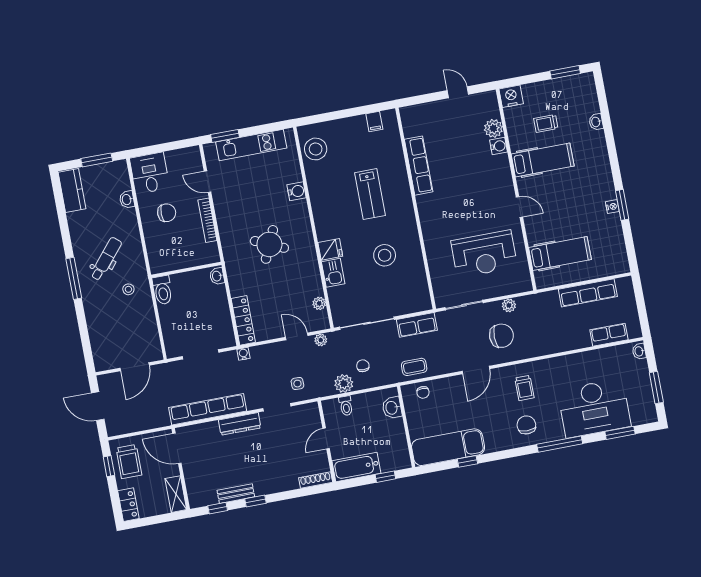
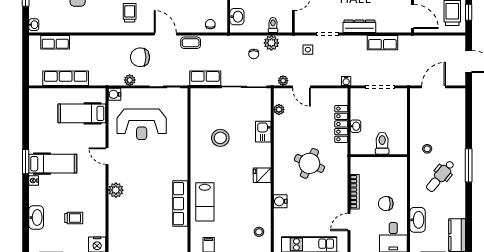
washbasin: (596, 122) -> (36, 218), width x1.91, depth x1.45
plant: (493, 128) -> (116, 190), moved
water cooler: (498, 146) -> (114, 94), moved
stool: (316, 149) -> (259, 232), width x0.53, depth x0.53
hospital bed: (543, 160) -> (53, 164), moved, turned 180
door: (208, 182) -> (349, 222), swing flipped
lab bench: (370, 194) -> (205, 202), moved, turned 180
washbasin: (127, 200) -> (417, 220), width x1.91, depth x1.45
window: (622, 205) -> (26, 162), moved
nightstand: (612, 207) -> (34, 180), moved
fridge: (330, 249) -> (262, 175), moved
reception desk: (484, 254) -> (142, 124), turned 180
washbasin: (217, 276) -> (355, 126), moved
toilet: (163, 290) -> (382, 143), moved
locker: (243, 320) -> (341, 124), moved
coffee table: (414, 367) -> (191, 43), moved
door: (476, 370) -> (165, 34), hinge flipped
row of seats: (208, 409) -> (382, 43), width x0.50

